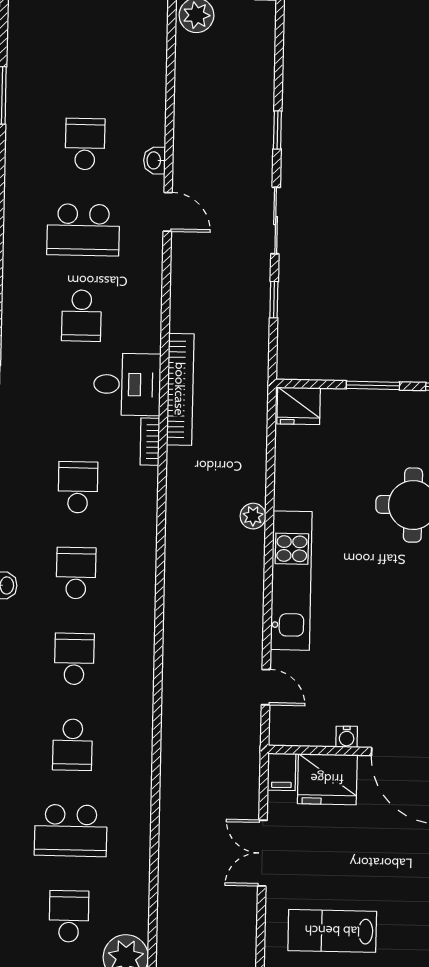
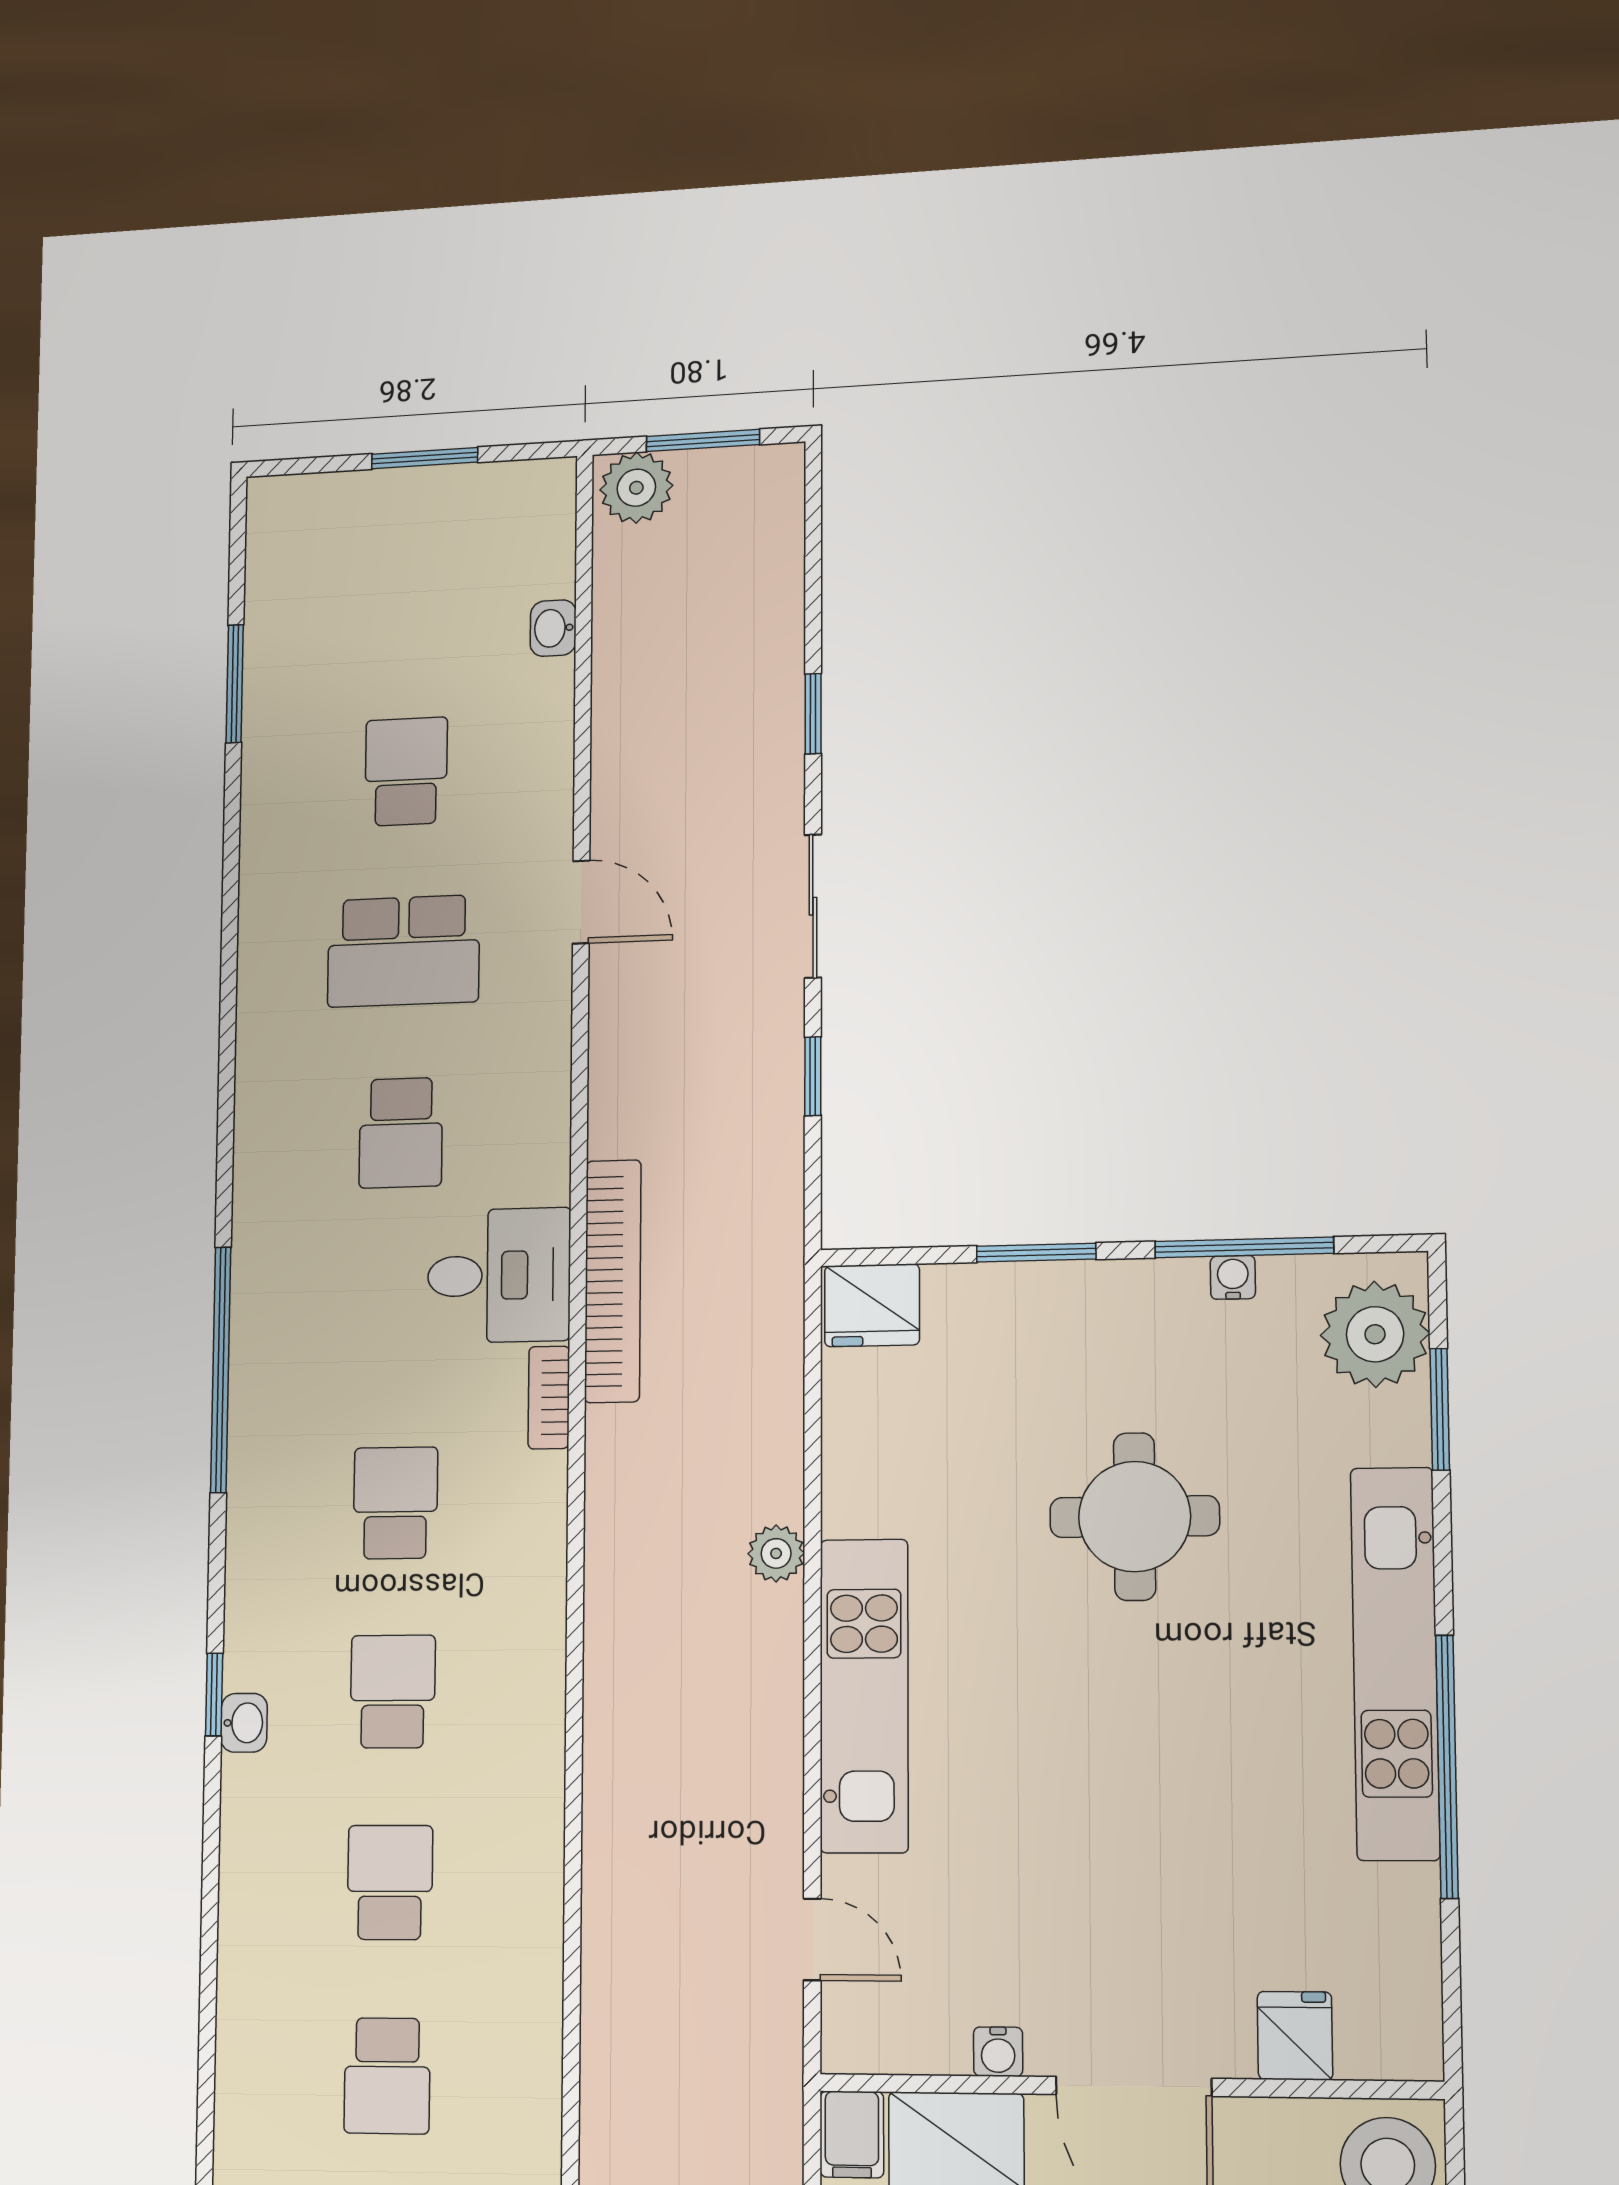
washbasin: (154, 160) -> (553, 628), moved

